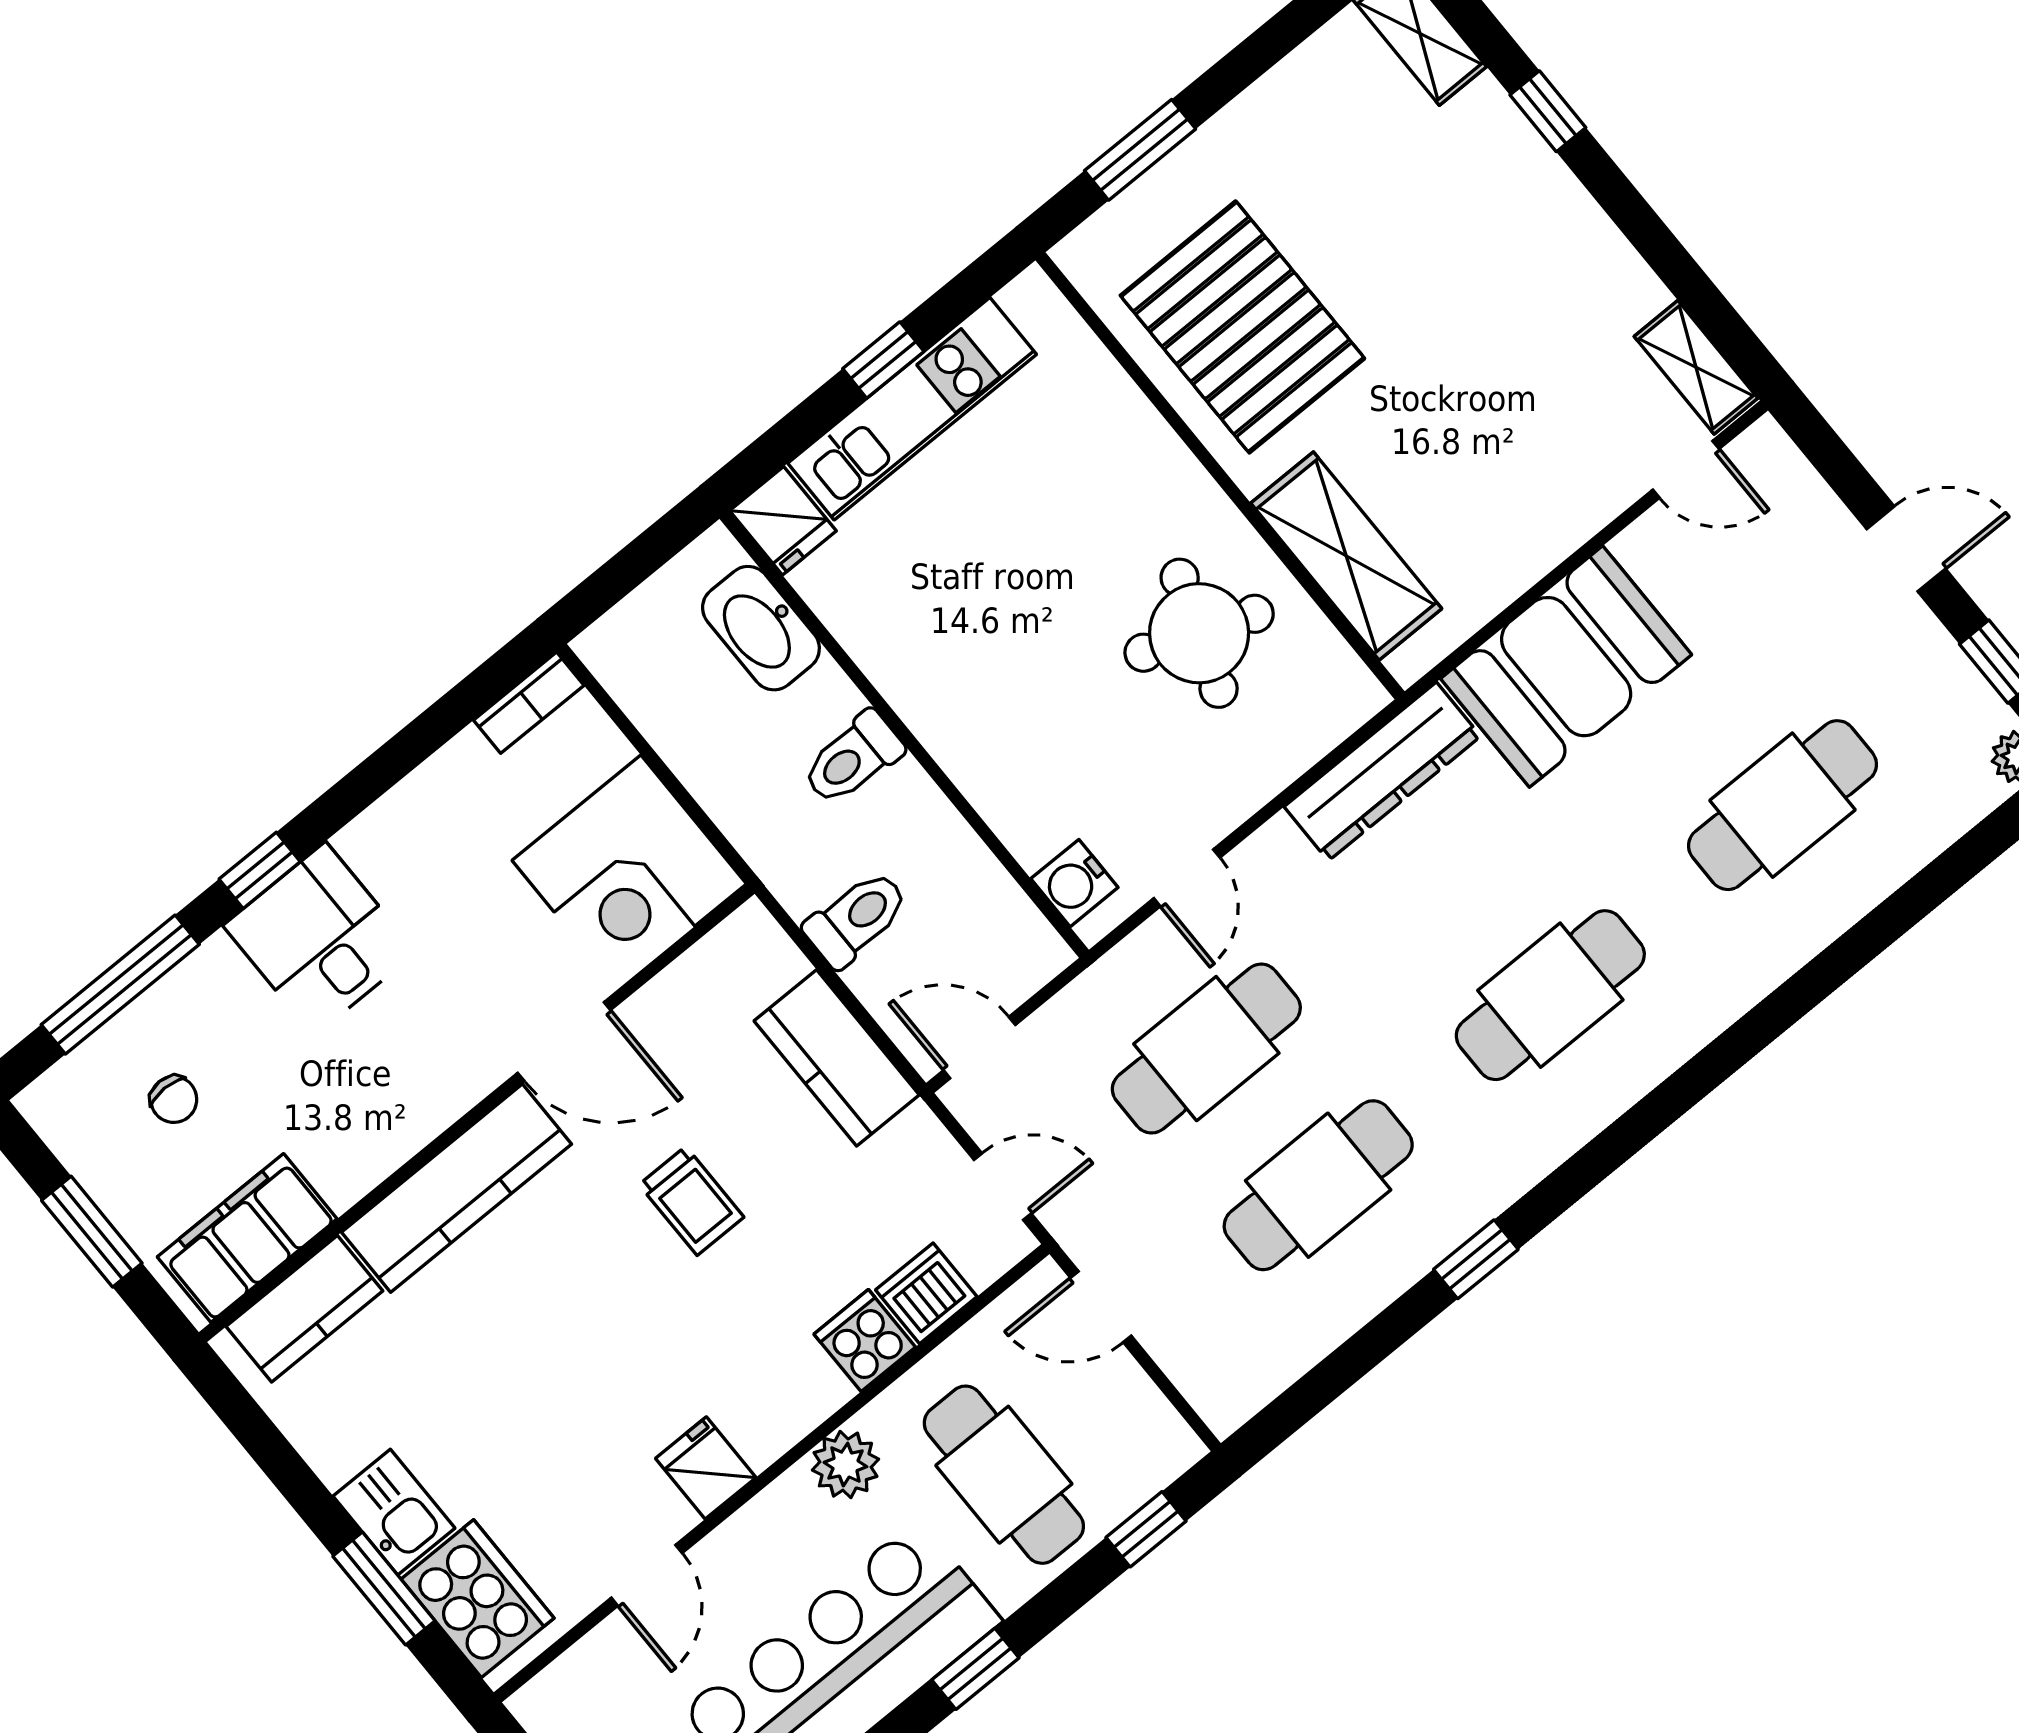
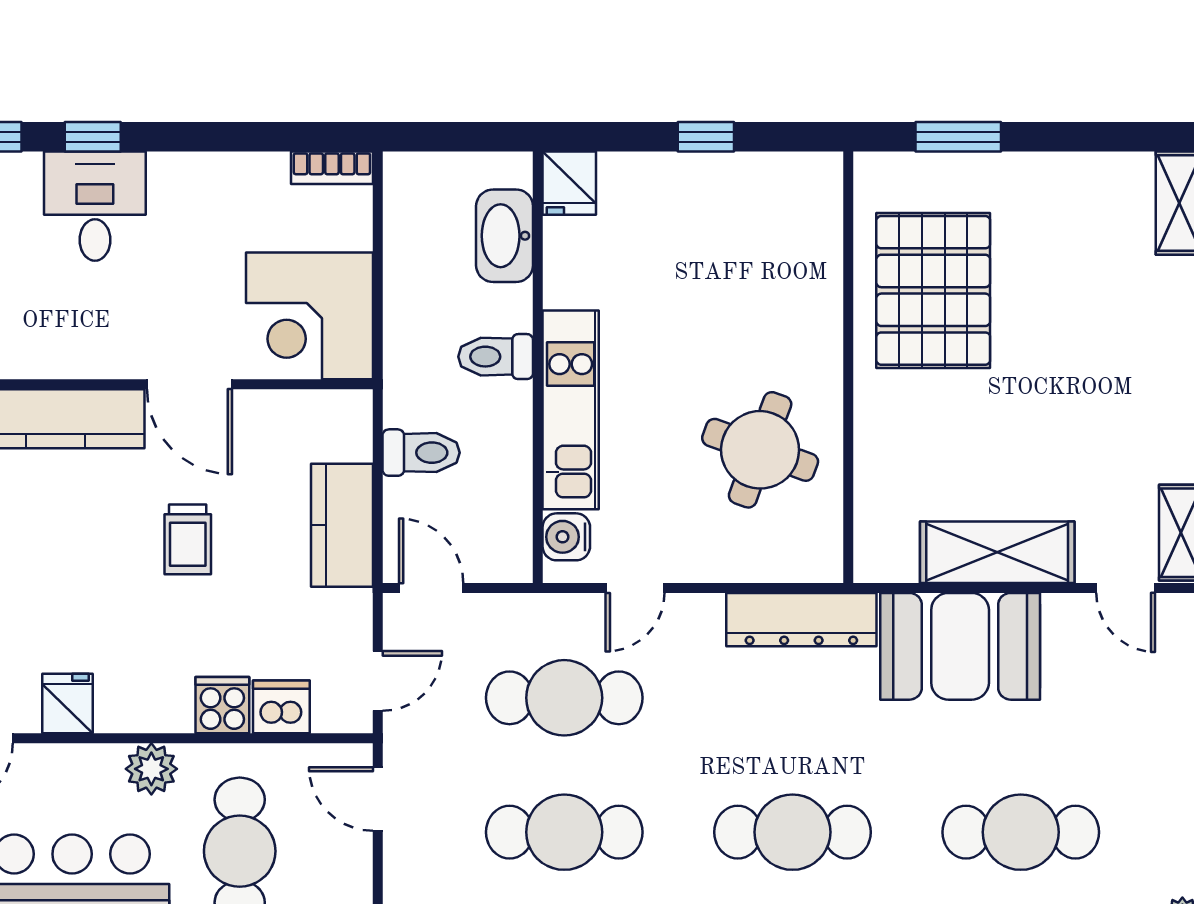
kitchen unit: (912, 409) -> (571, 410), moved, turned -90
shelving: (1346, 556) -> (997, 552), moved, turned 90
door: (1003, 1187) -> (378, 681), hinge flipped

